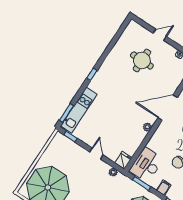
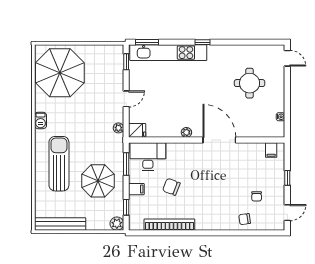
door: (160, 35) -> (287, 58), moved
kitchen unit: (79, 110) -> (168, 53), width x1.36

